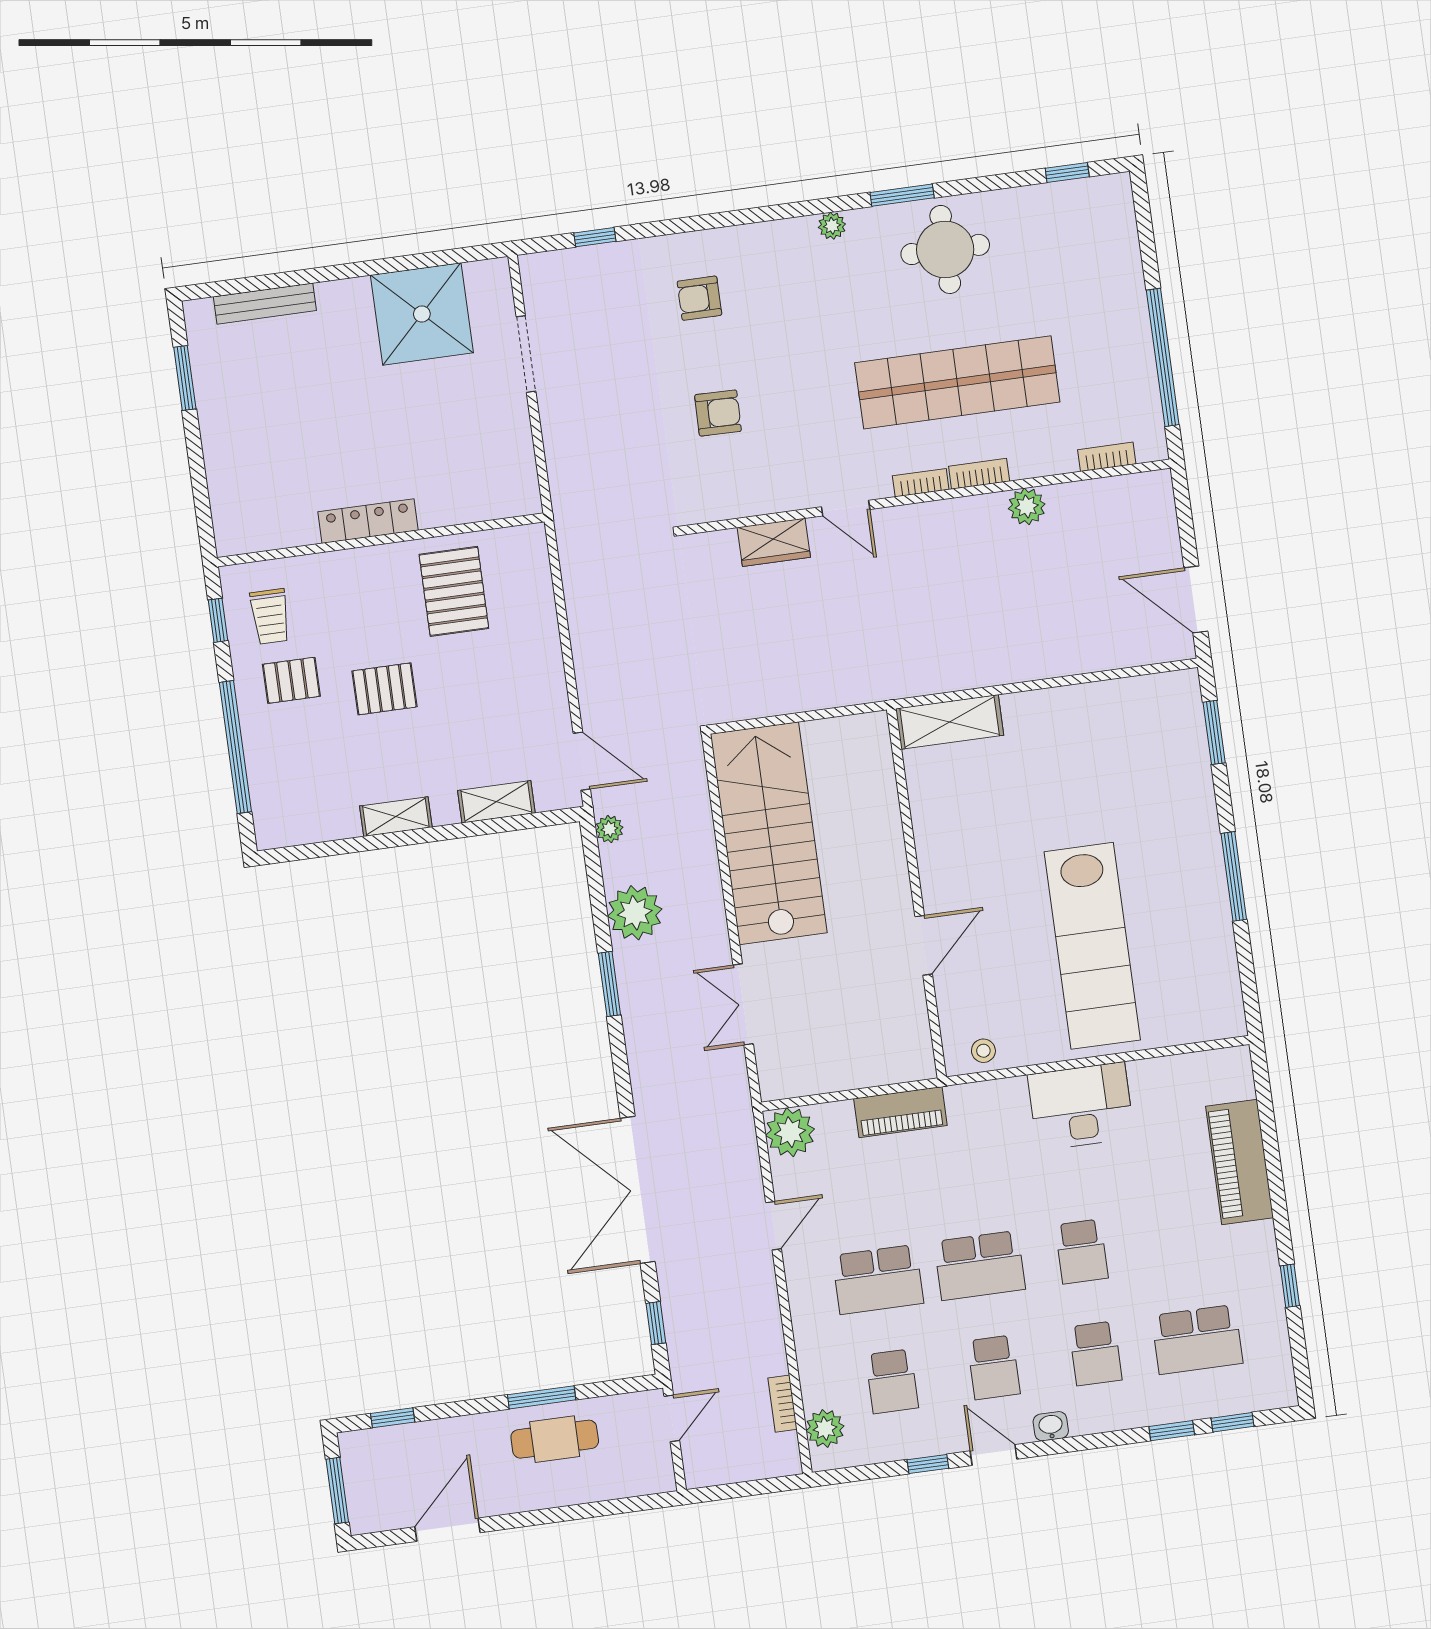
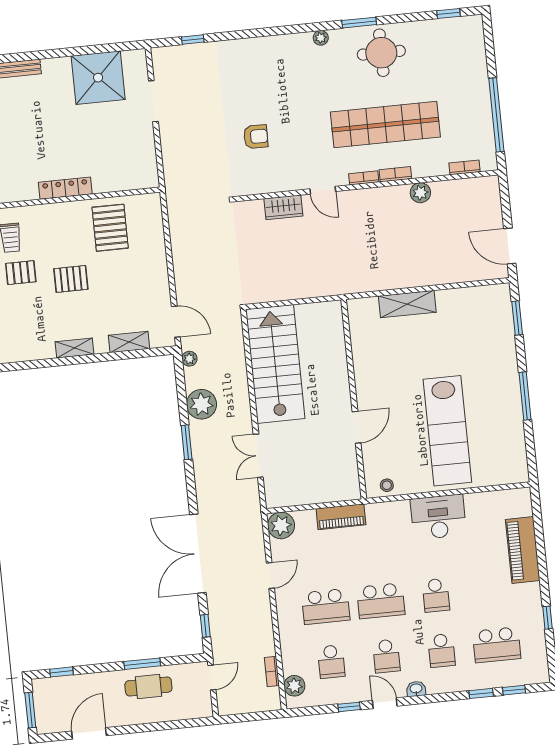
armchair: (699, 298) -> (248, 74), removed
shelving: (950, 722) -> (407, 304), moved

